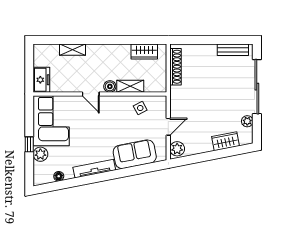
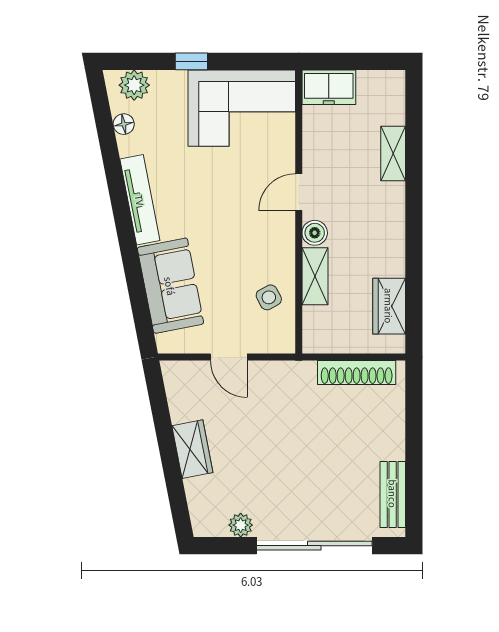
wardrobe: (226, 141) -> (192, 449), moved
plant: (177, 149) -> (182, 376), removed
plant: (40, 154) -> (134, 85), moved

